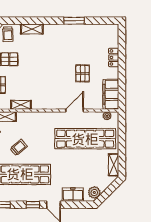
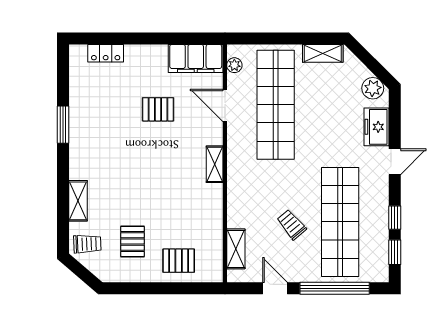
locker: (114, 57) -> (106, 53), moved
shelving: (21, 105) -> (215, 164), moved
door: (75, 111) -> (225, 105), moved
window: (33, 205) -> (395, 218), moved

